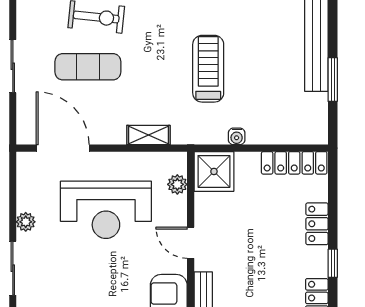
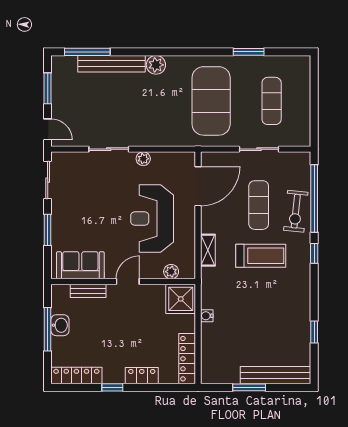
treadmill: (208, 69) -> (261, 256), moved

